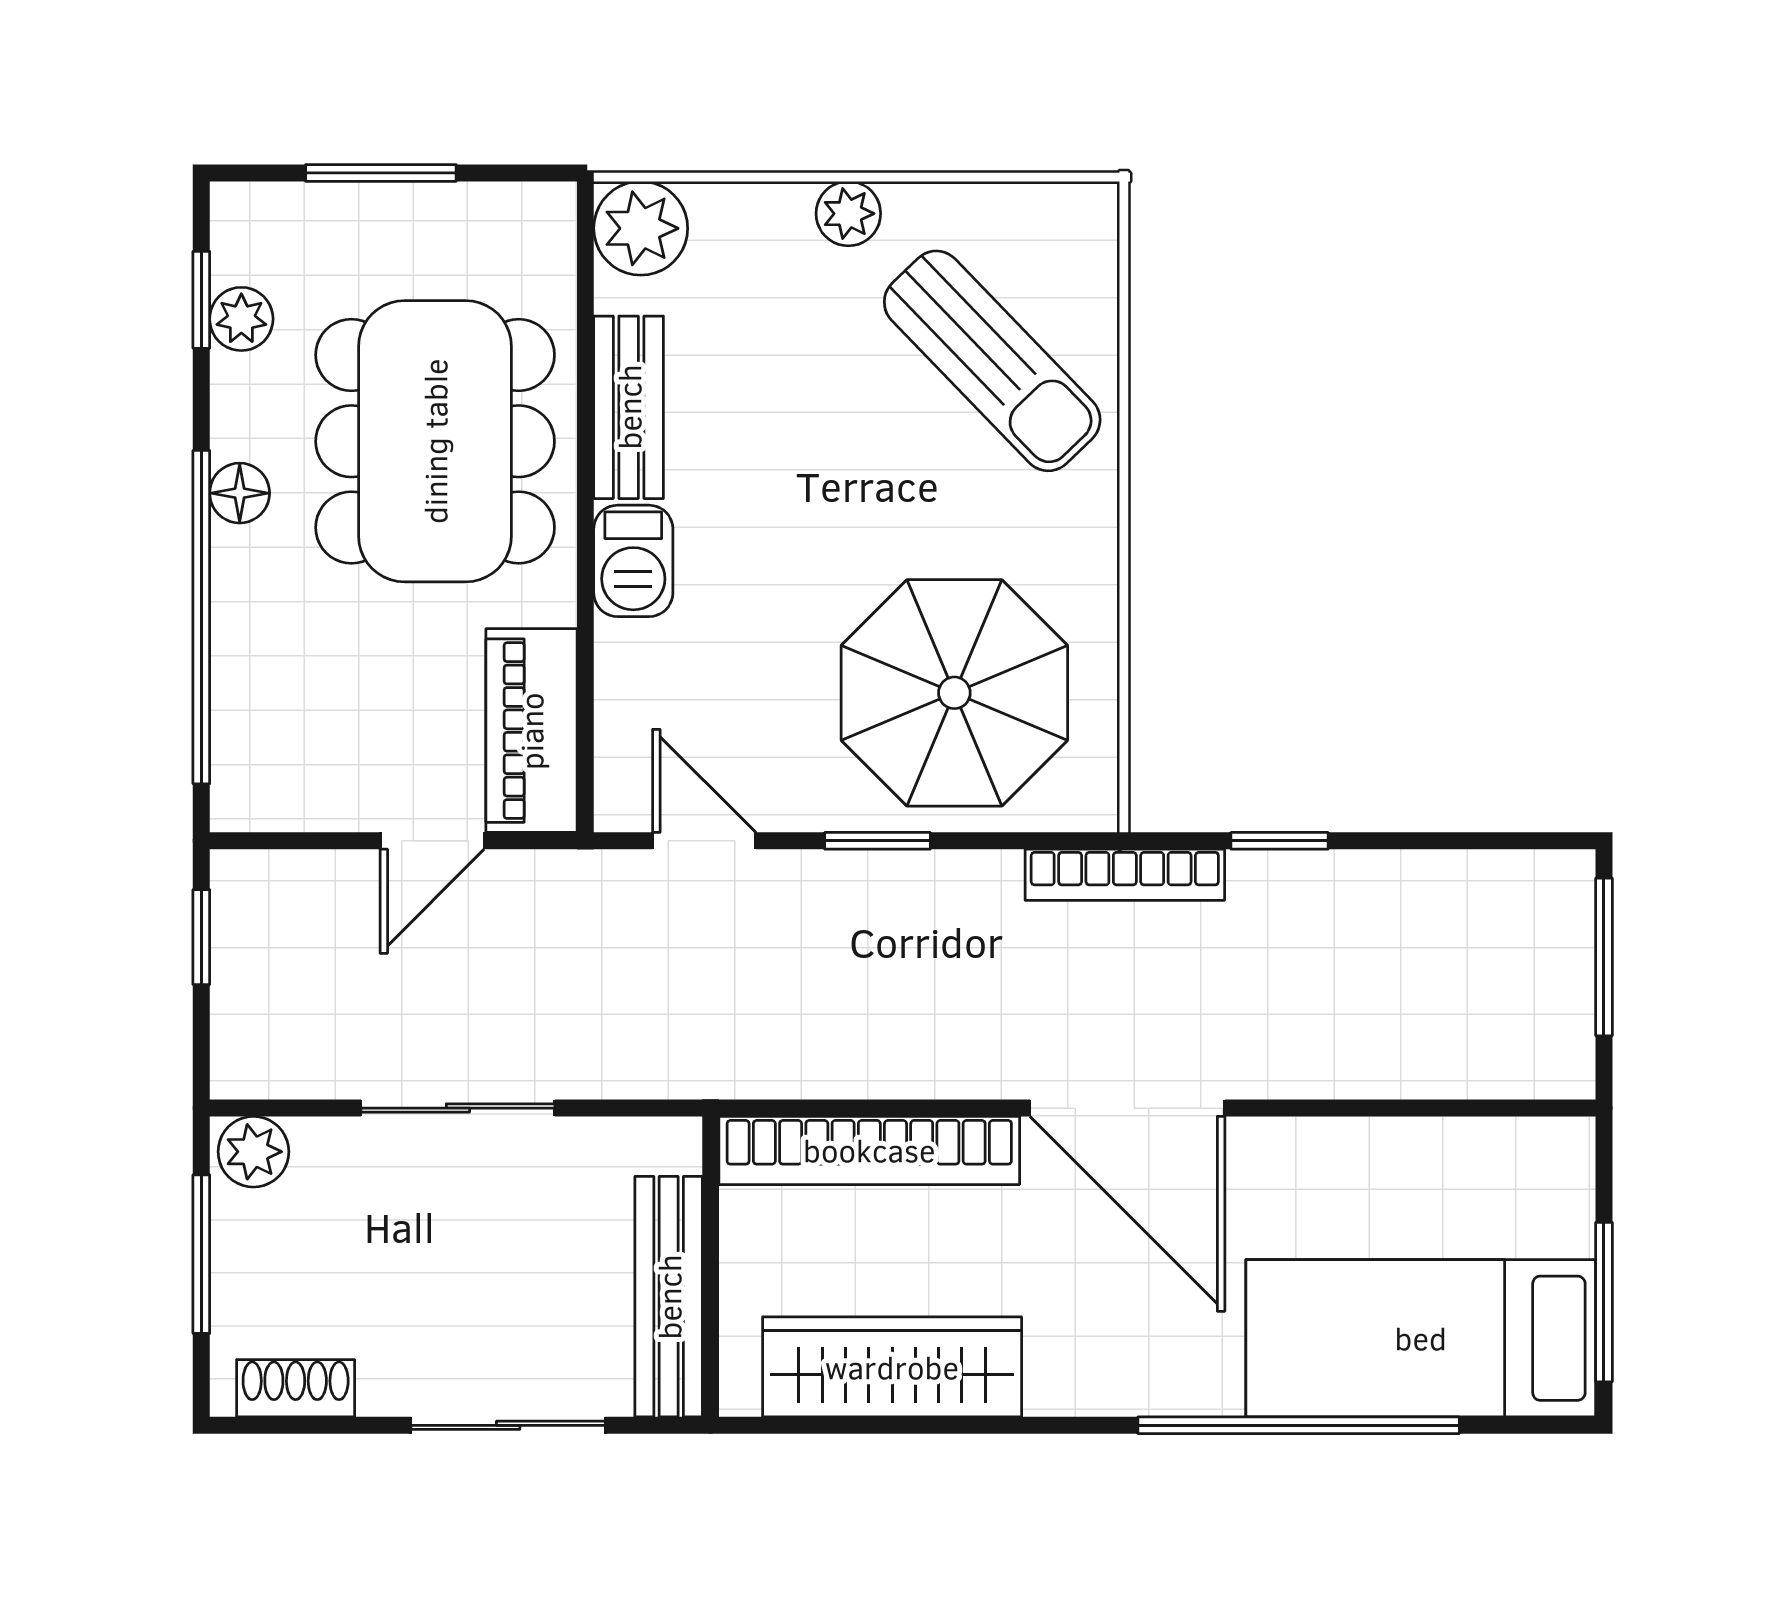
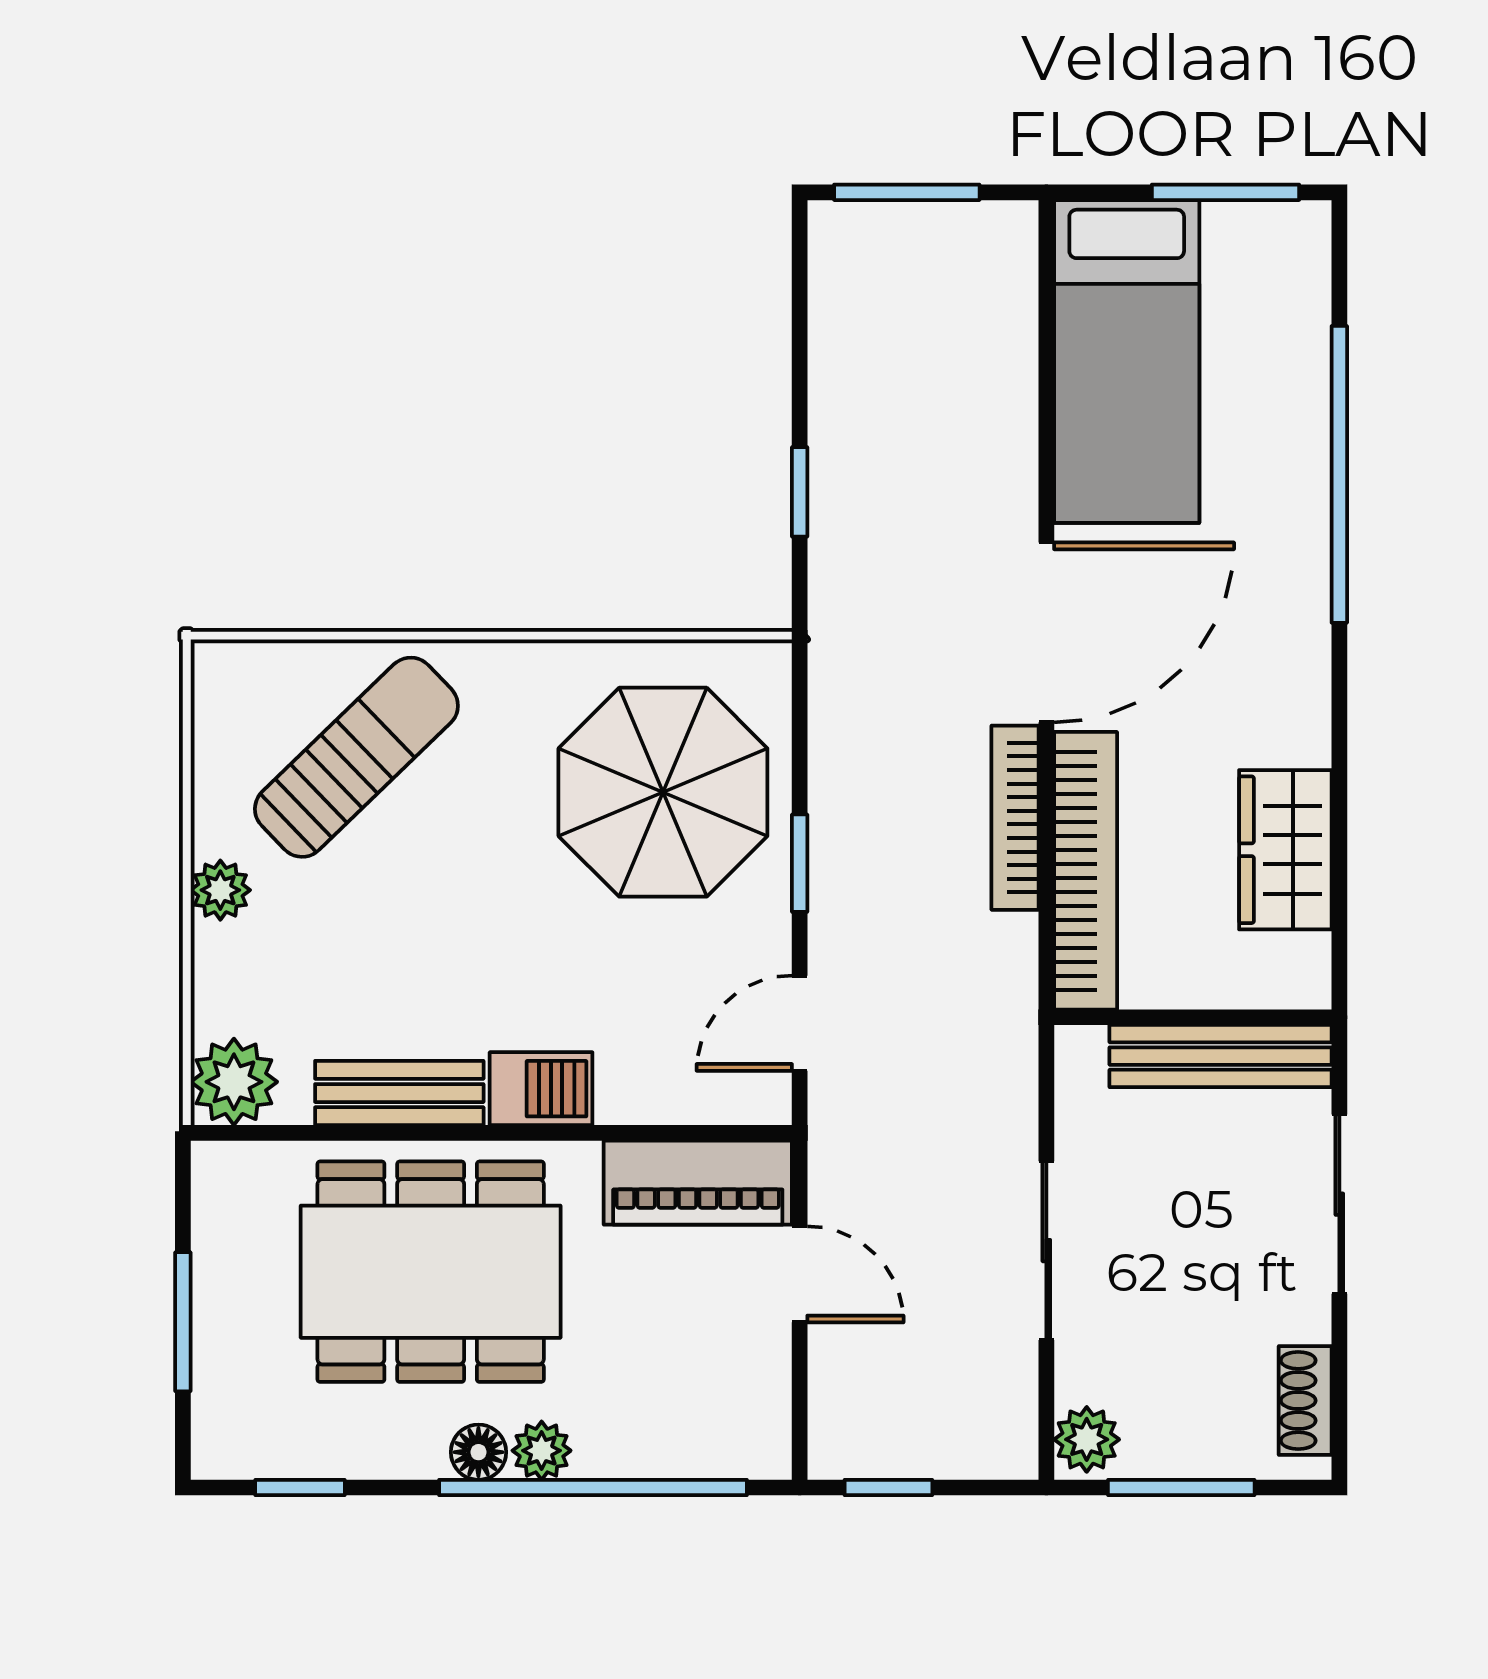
plant: (241, 319) -> (542, 1451), moved
bookcase: (1125, 875) -> (1015, 818), moved, turned 180
bed: (1421, 1338) -> (1127, 361), moved
wardrobe: (892, 1367) -> (1285, 850), width x0.67

